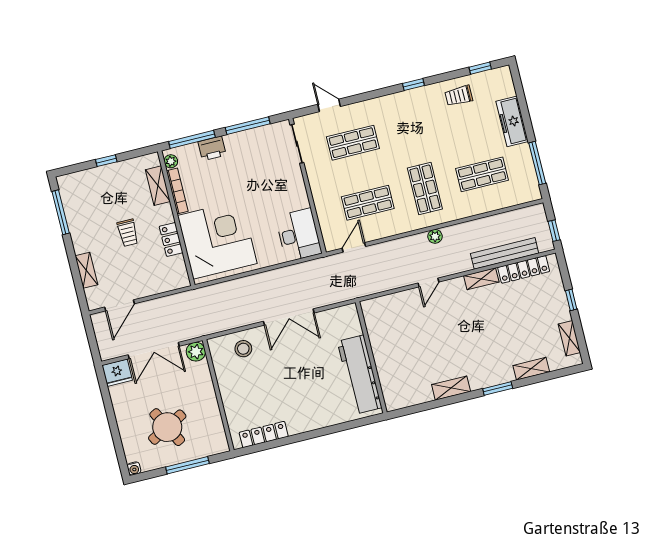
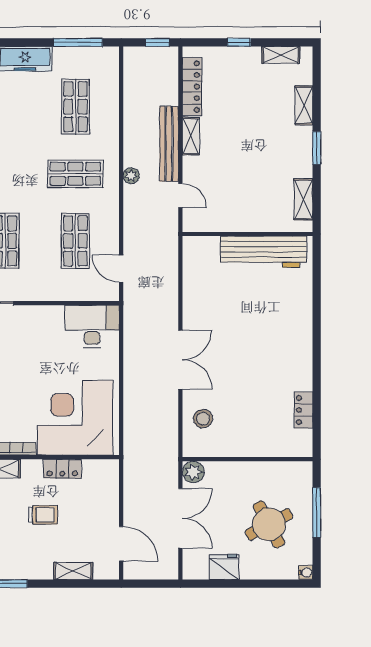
bench: (505, 253) -> (169, 144), moved
wall: (371, 357) -> (248, 234), moved
fridge: (117, 373) -> (224, 567), moved, turned -90
workbench: (360, 375) -> (263, 252), moved
locker: (264, 434) -> (304, 410), width x0.66

